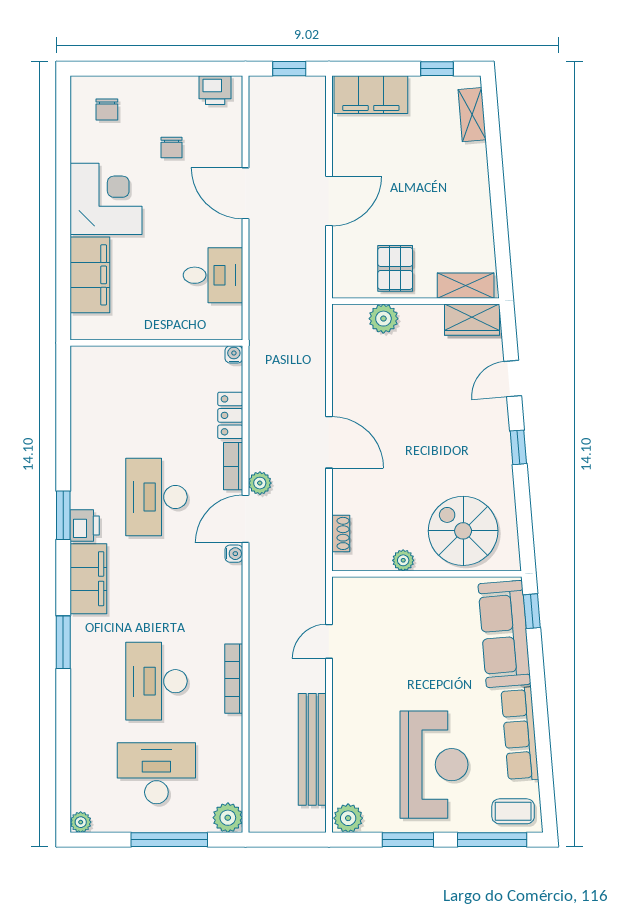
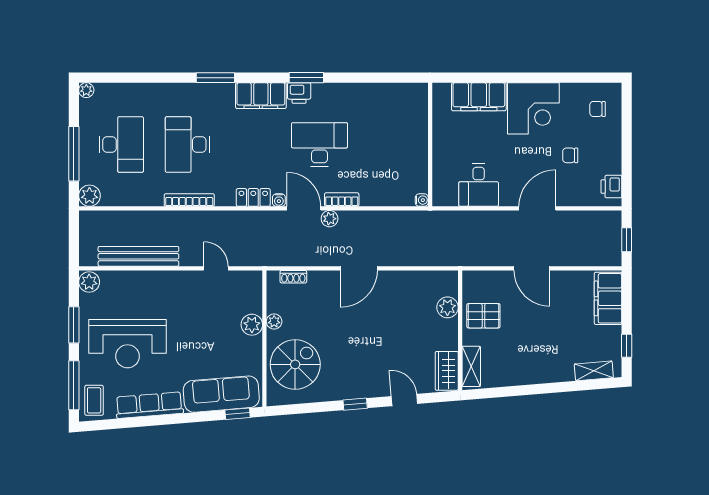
locker: (230, 415) -> (253, 197), moved
plant: (408, 591) -> (252, 325), added
desk: (156, 681) -> (187, 145), turned -90

